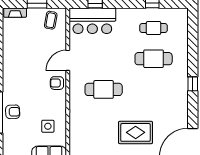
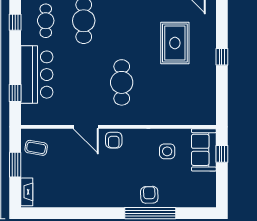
bar counter: (92, 21) -> (37, 75), moved

